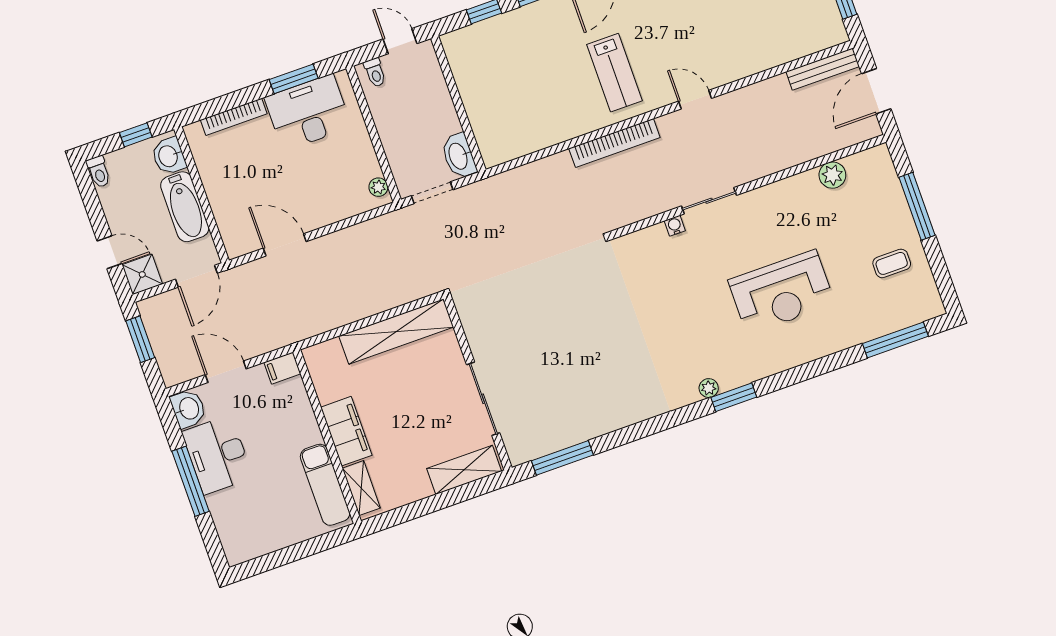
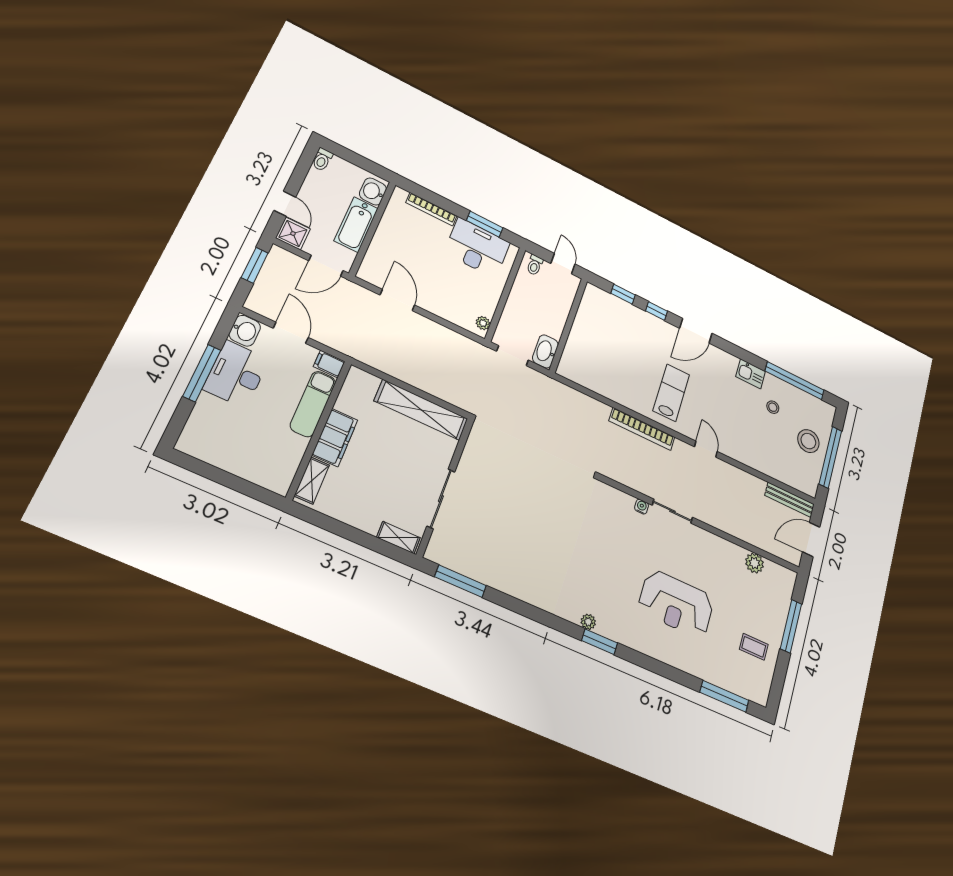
lab bench: (615, 73) -> (671, 393), turned 180
window: (136, 135) -> (364, 163), removed
shelving: (464, 470) -> (398, 538), width x0.67, depth x0.75
exam couch: (325, 485) -> (313, 404), moved

